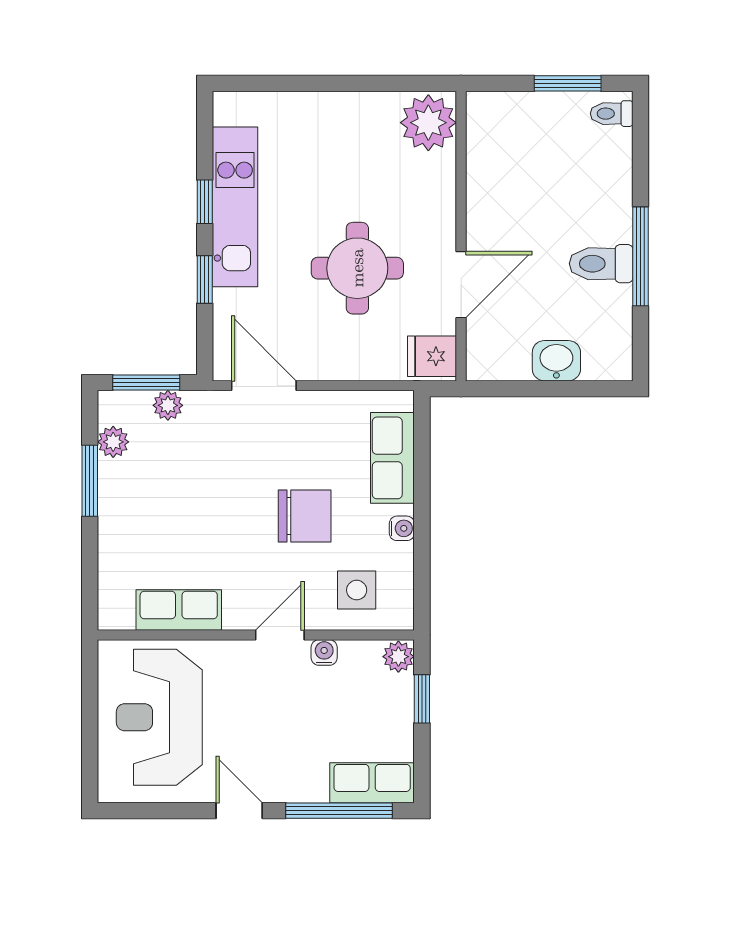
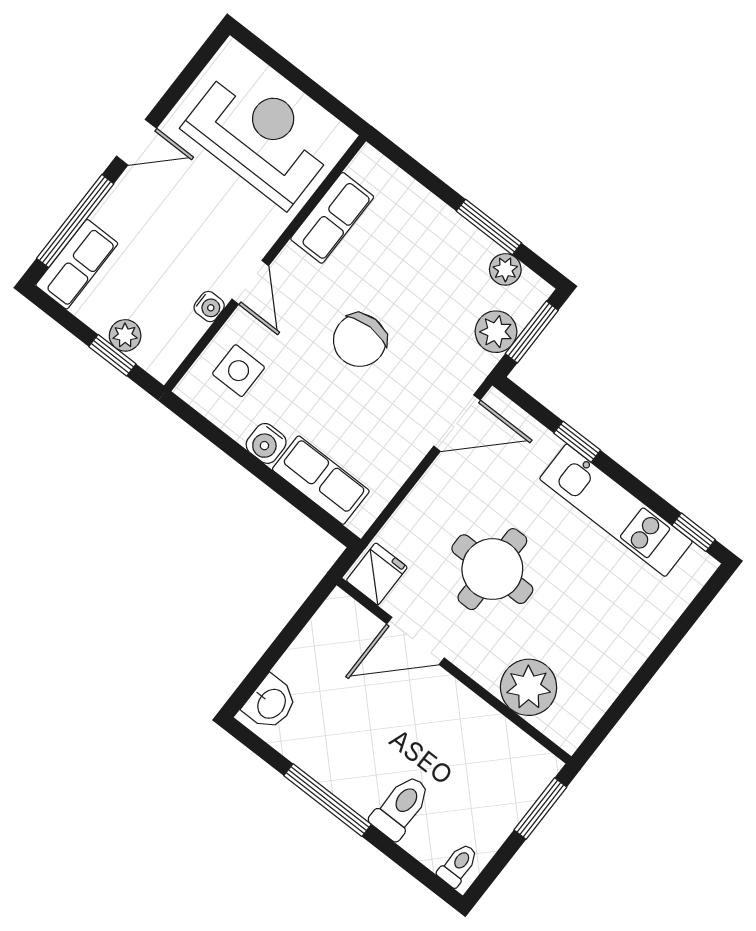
window: (568, 83) -> (540, 809), moved
plant: (428, 123) -> (529, 687), moved
window: (205, 202) -> (694, 532), moved
toilet: (601, 264) -> (401, 807), moved
door: (461, 285) -> (416, 641), hinge flipped
washbasin: (556, 361) -> (271, 703), moved
plant: (168, 405) -> (496, 332), width x1.38, depth x1.38
chair: (305, 516) -> (360, 340), moved
water cooler: (402, 528) -> (266, 443), width x1.38, depth x1.38
plant: (398, 657) -> (125, 335), moved

